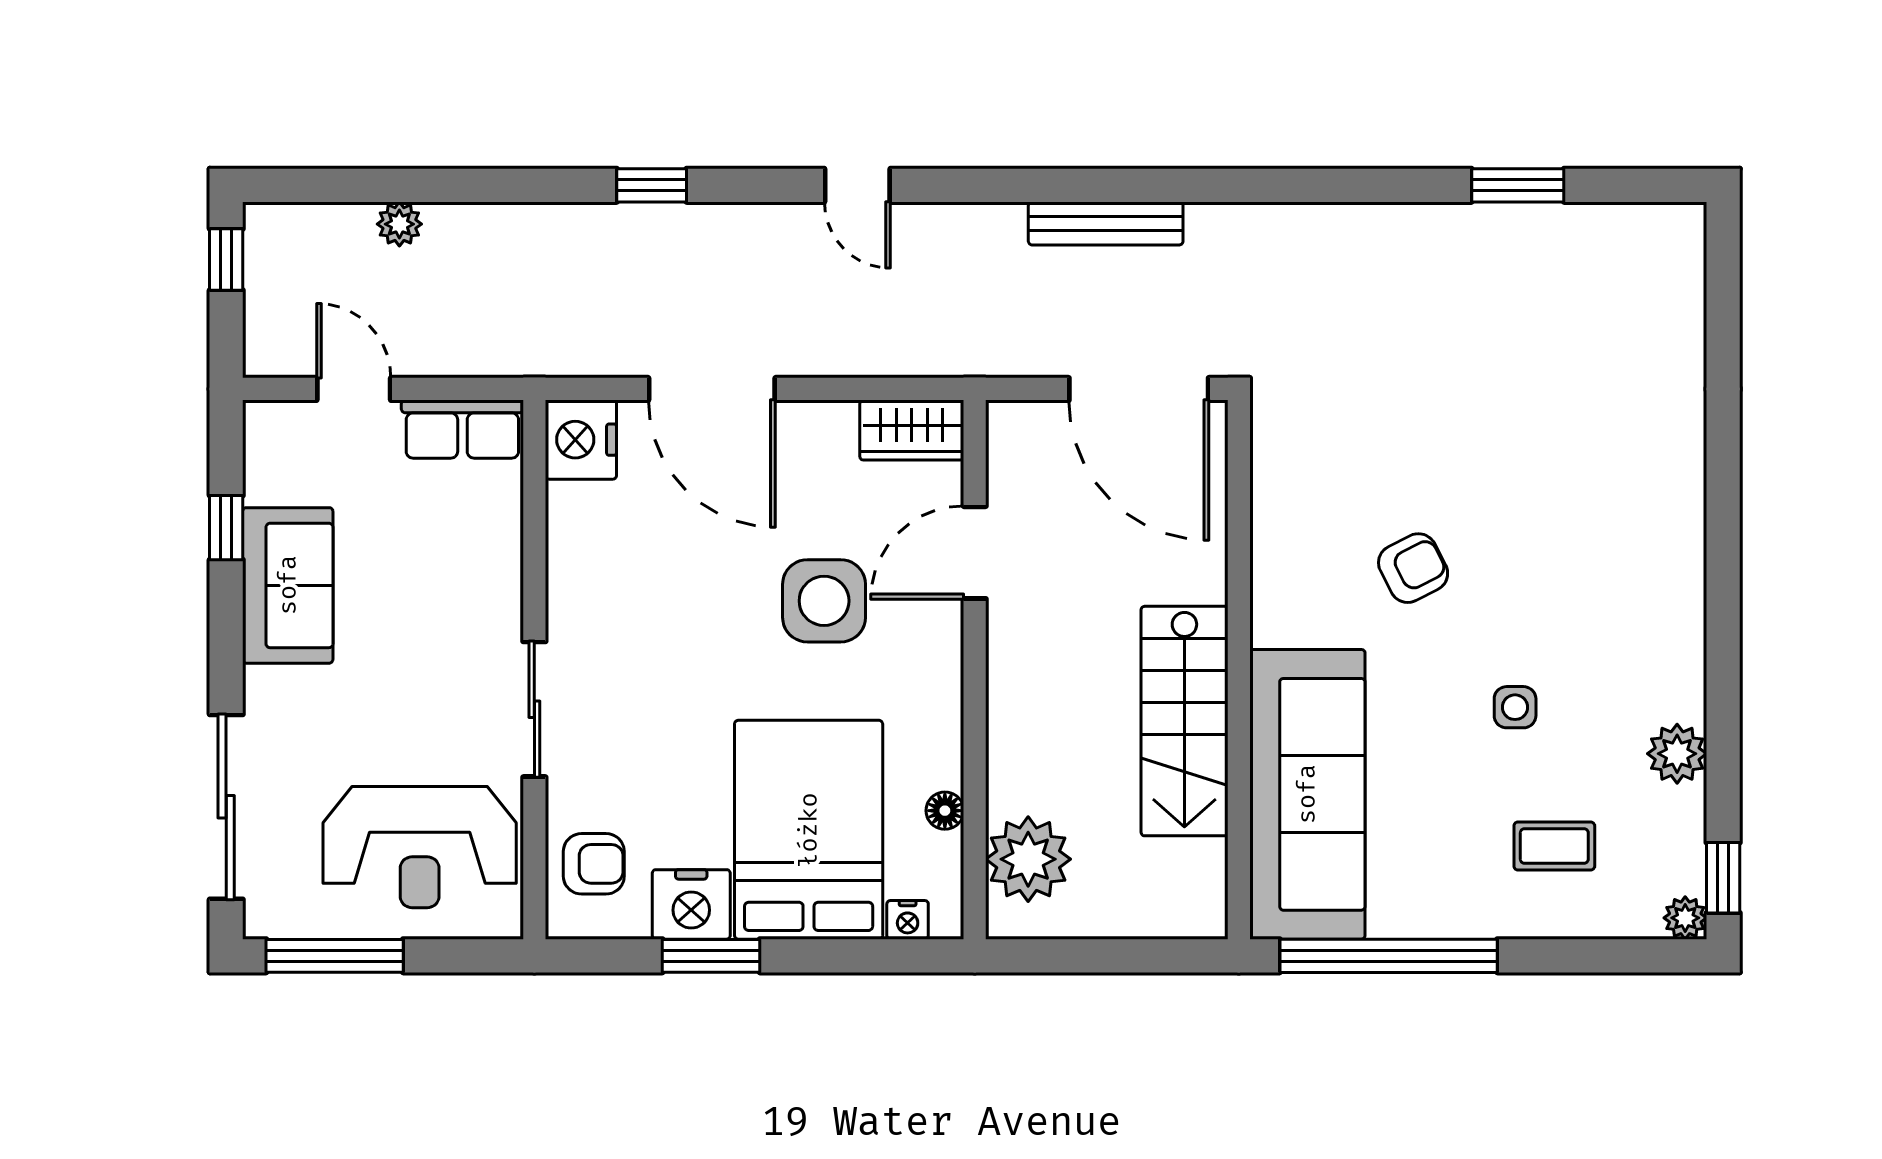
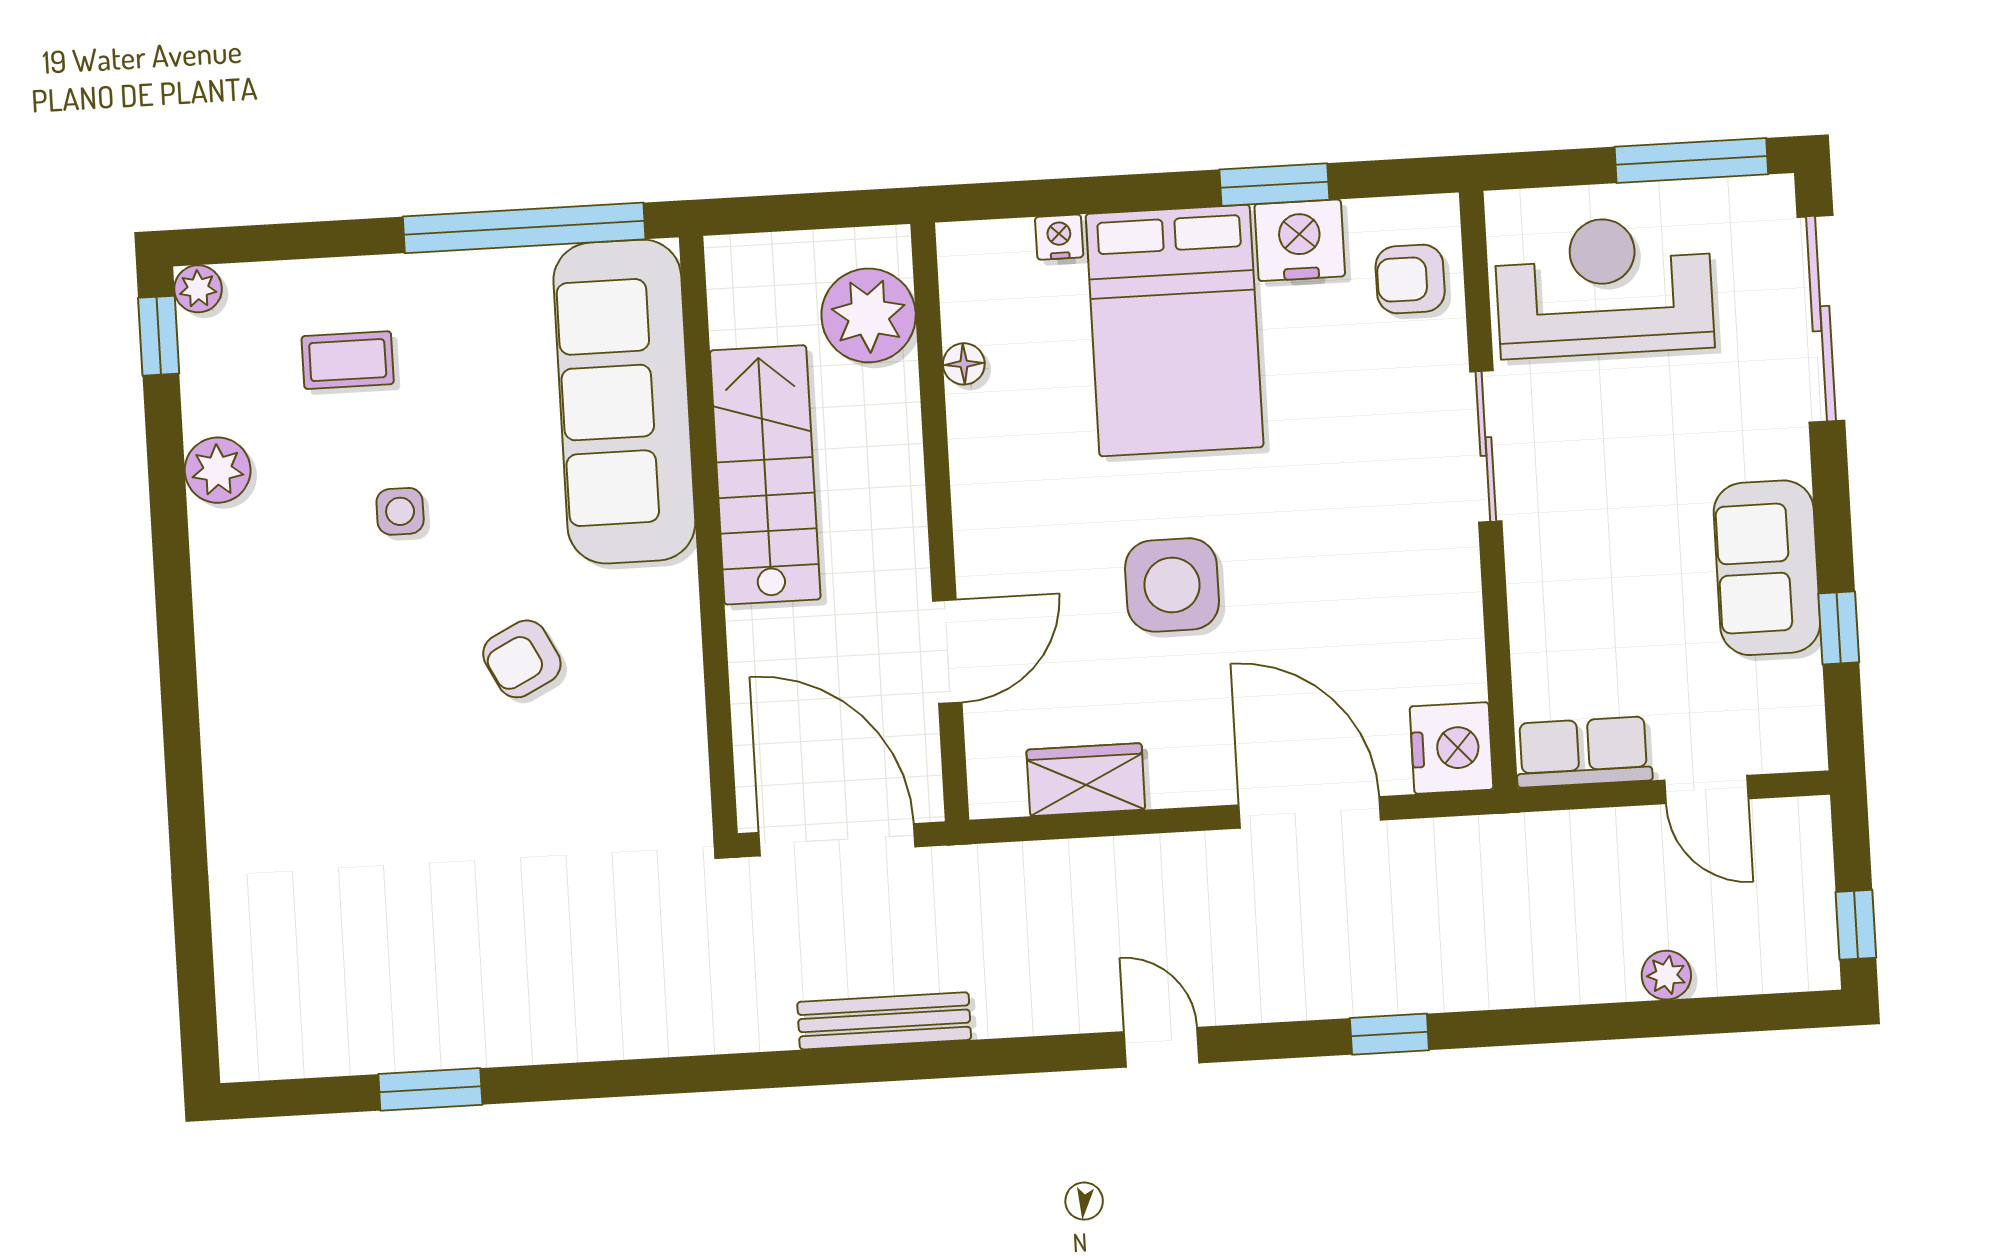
door: (975, 553) -> (947, 652), moved
wall: (975, 670) -> (940, 522), moved
floor lamp: (945, 811) -> (964, 364), moved
plant: (1028, 859) -> (869, 315), moved

